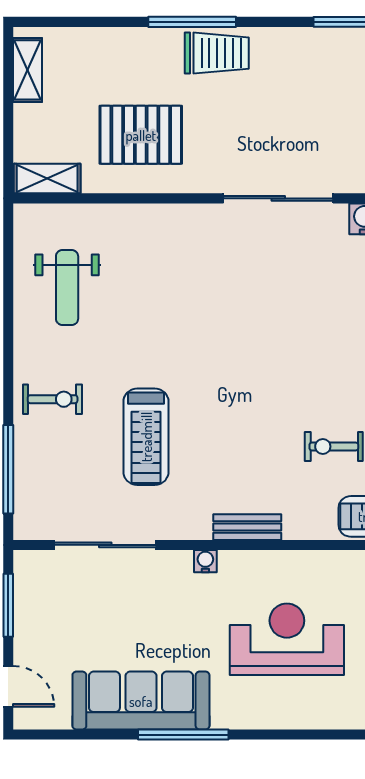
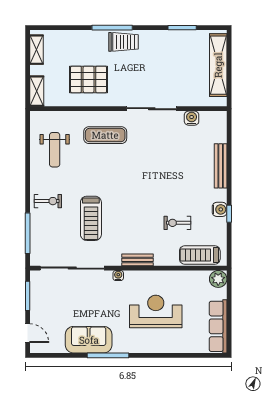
shelving: (47, 179) -> (37, 91), moved, turned 90
exercise mat: (177, 256) -> (105, 135), added
sliding door: (105, 545) -> (72, 268), width x1.36
sofa: (141, 701) -> (89, 340), width x0.73

